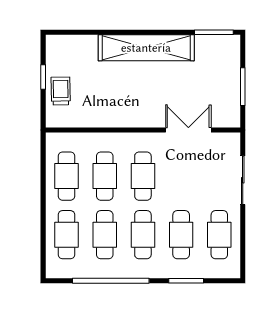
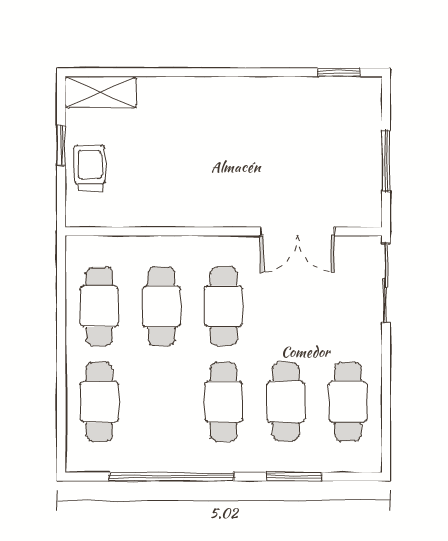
window: (214, 32) -> (339, 72), width x0.67
shelving: (146, 48) -> (101, 92), moved, width x0.45, depth x0.75
double door: (188, 130) -> (297, 231), swing flipped
sliding door: (243, 180) -> (386, 283), moved
cafe table: (105, 235) -> (161, 402), removed

